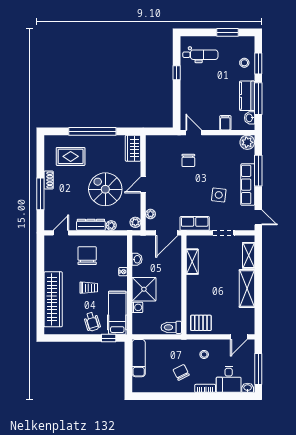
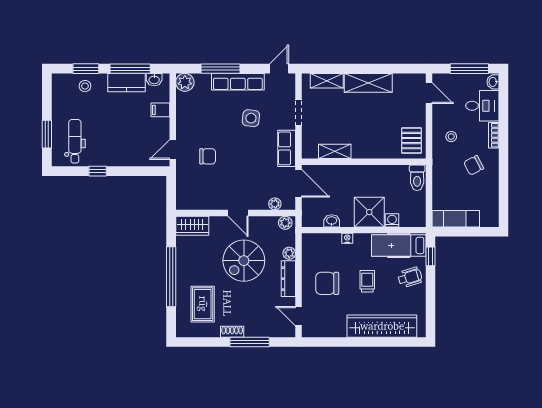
window: (228, 32) -> (47, 134), moved

